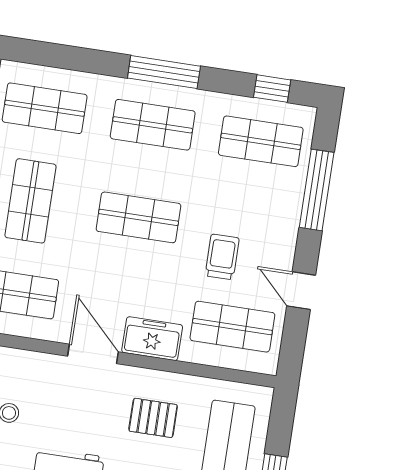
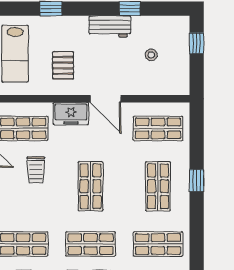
shop shelf: (139, 217) -> (91, 186), turned 90
pallet: (153, 418) -> (63, 65), turned 90

